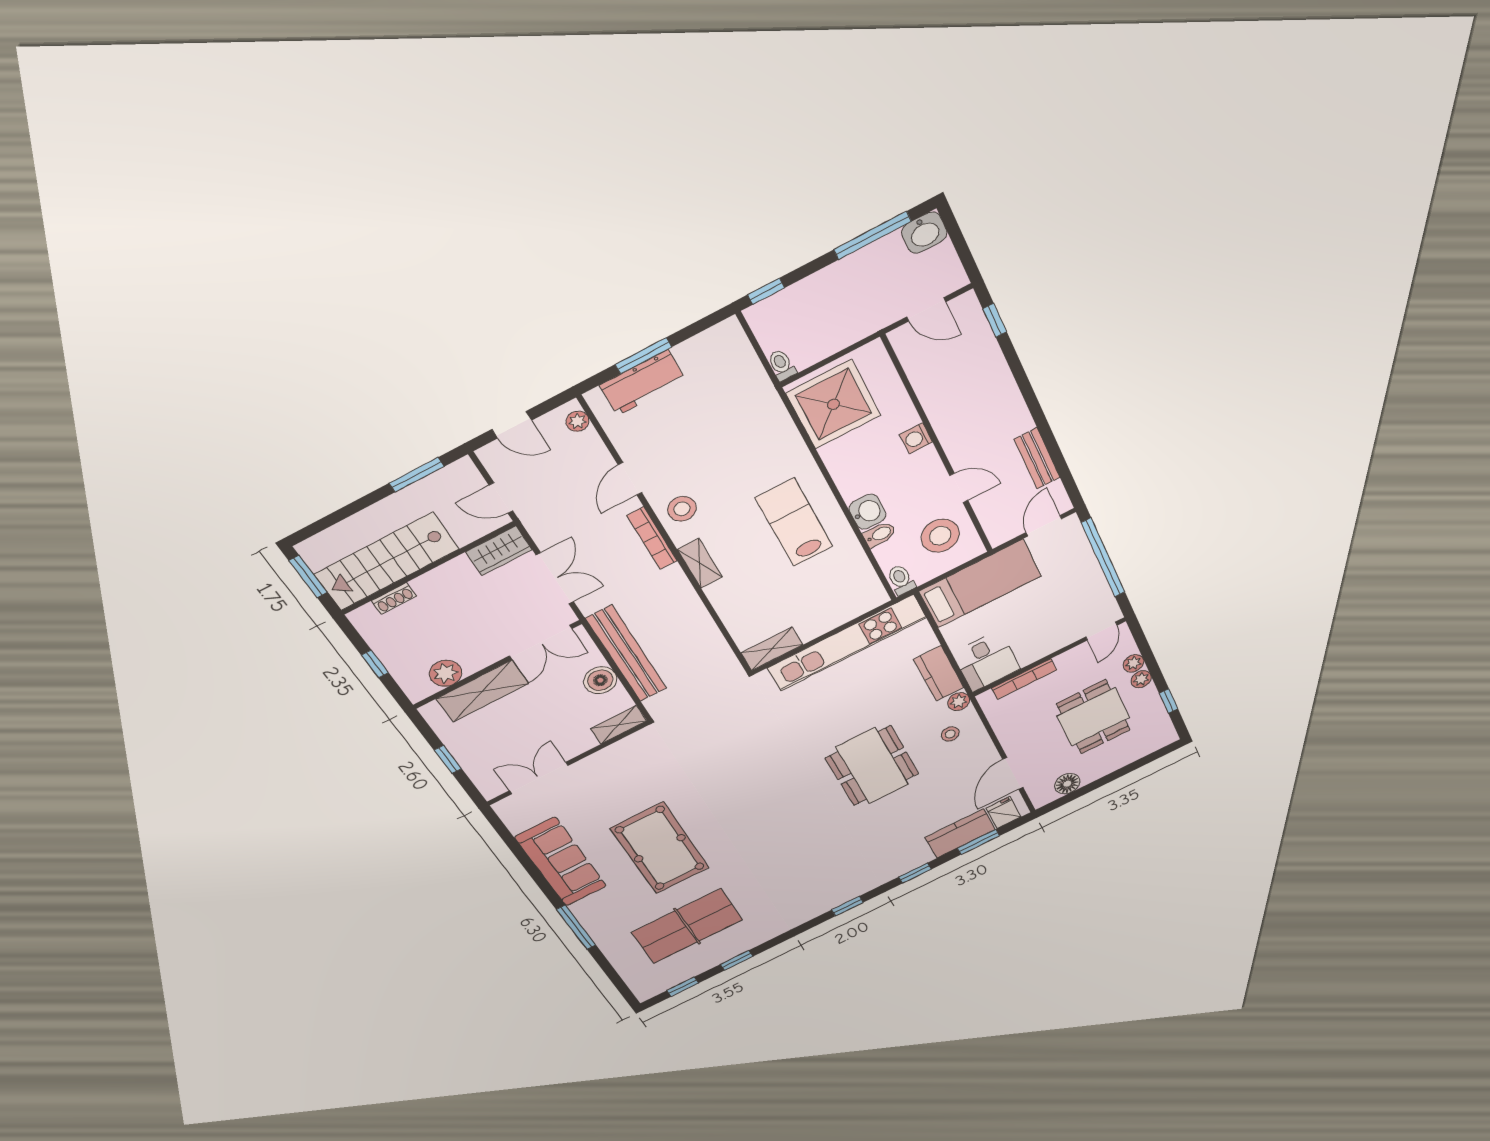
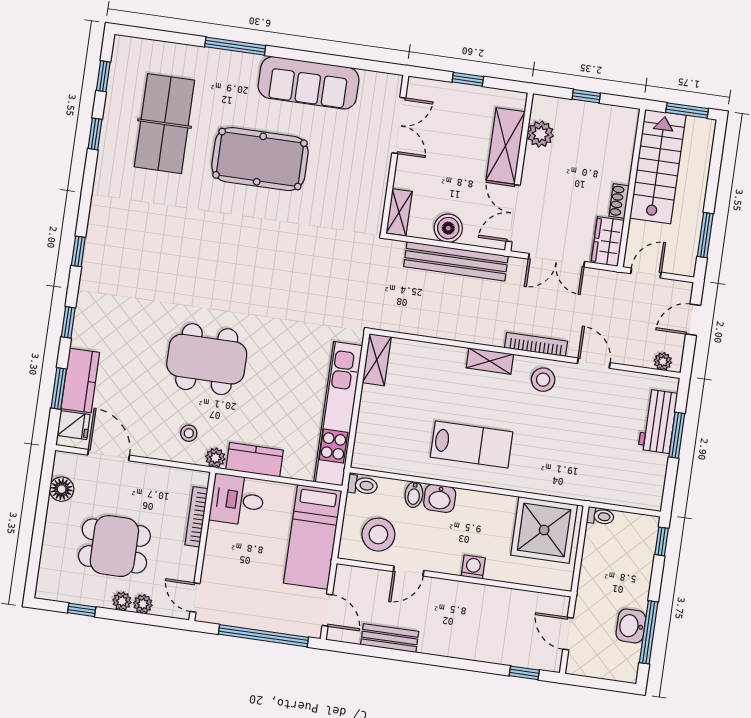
washbasin: (924, 233) -> (631, 626), moved
door: (926, 309) -> (568, 634), hinge flipped
shoe rack: (394, 598) -> (619, 201), moved

